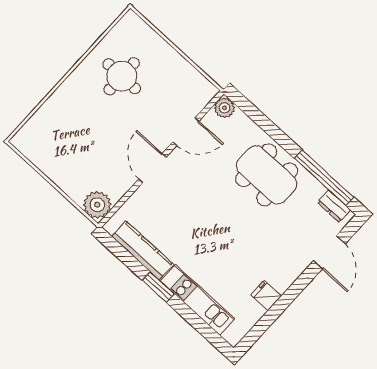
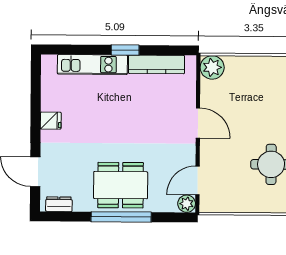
door: (186, 132) -> (197, 180), moved
window: (324, 178) -> (121, 217), moved
fridge: (266, 295) -> (51, 121), moved

